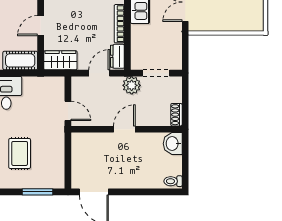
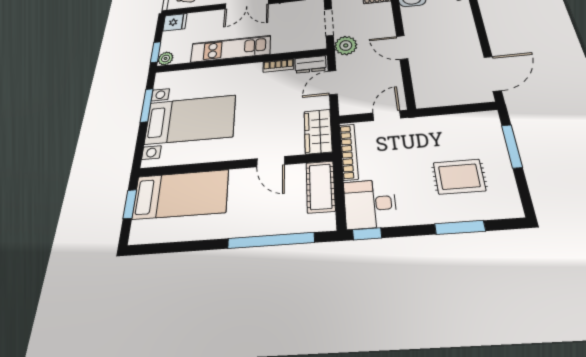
bookcase: (119, 24) -> (278, 66), width x0.64
door: (99, 73) -> (333, 83), hinge flipped
bookcase: (43, 81) -> (349, 152), added

